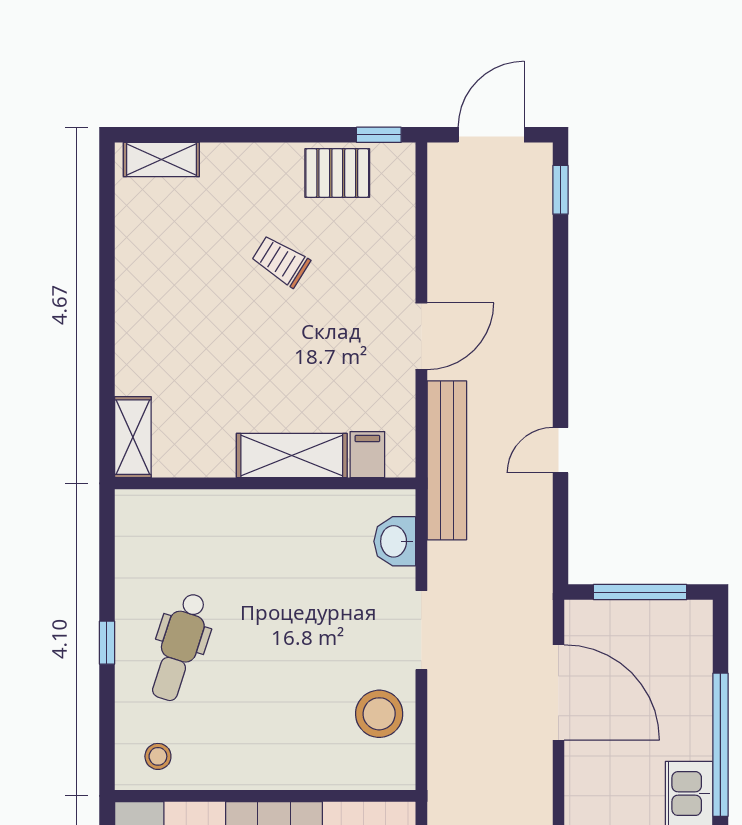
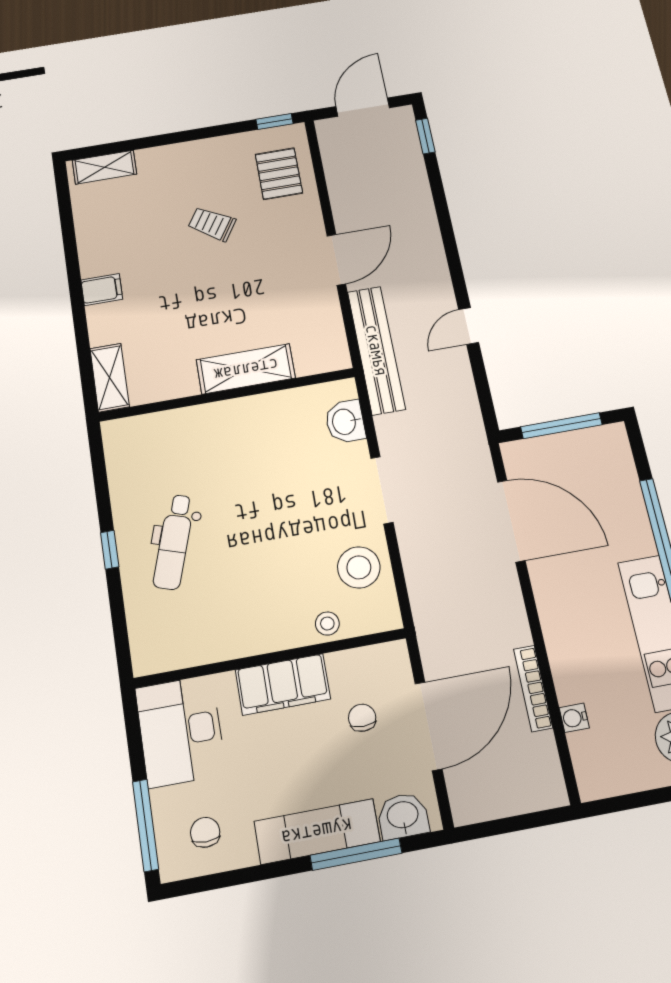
pallet: (337, 173) -> (279, 174), moved, turned 90
filing cabinet: (367, 455) -> (102, 290), moved, turned 90
stool: (158, 756) -> (327, 624), moved

